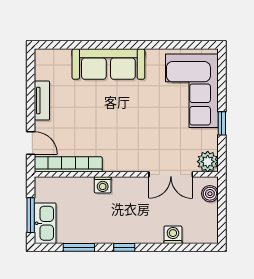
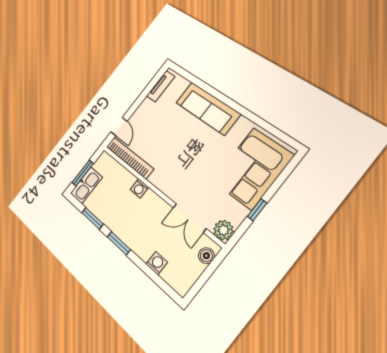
tv unit: (42, 100) -> (161, 86), moved
window: (124, 247) -> (119, 243), width x1.50

